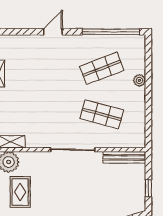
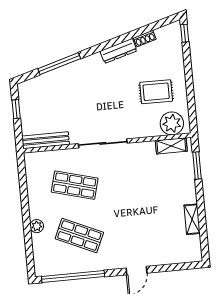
shop shelf: (102, 68) -> (79, 236), turned 45
rug: (20, 192) -> (156, 92), turned 90

